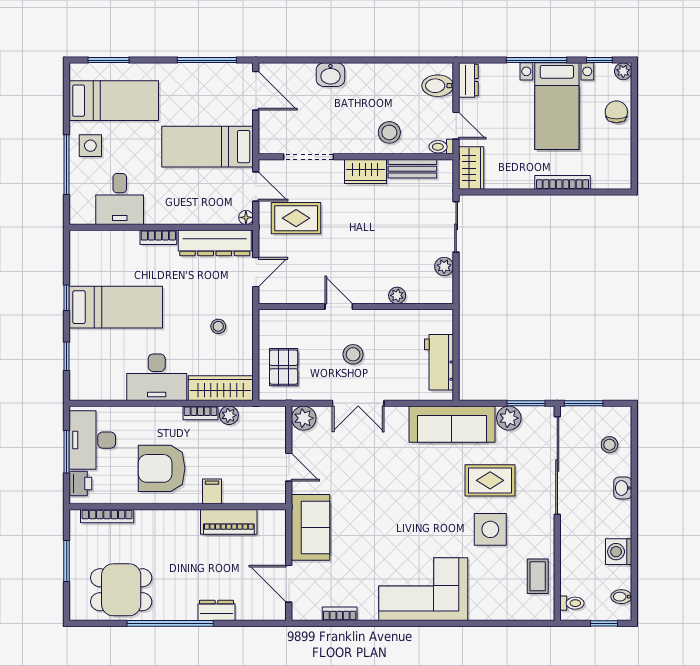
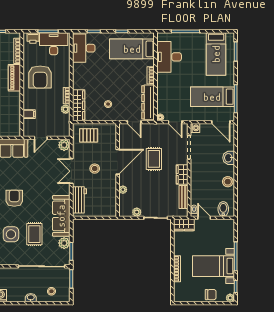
dresser: (468, 80) -> (226, 224), removed
door: (256, 91) -> (221, 122), hinge flipped
door: (456, 126) -> (204, 218), swing flipped
stool: (389, 132) -> (228, 182), moved
washing machine: (268, 145) -> (195, 128), added
side table: (90, 146) -> (195, 43), removed
bed: (207, 147) -> (212, 97), moved, turned -90
door: (256, 186) -> (175, 122), hinge flipped
desk: (120, 199) -> (169, 57), width x1.37
rug: (296, 218) -> (154, 159), moved
door: (339, 306) -> (118, 162), width x1.88
bed: (116, 307) -> (132, 49), moved, turned 90
workbench: (439, 362) -> (79, 200), moved, turned 90
desk: (157, 377) -> (84, 48), moved
armchair: (162, 468) -> (40, 77), turned 180
filing cabinet: (212, 491) -> (29, 114), moved
piano: (229, 522) -> (14, 78), moved
armchair: (415, 522) -> (14, 198), added

